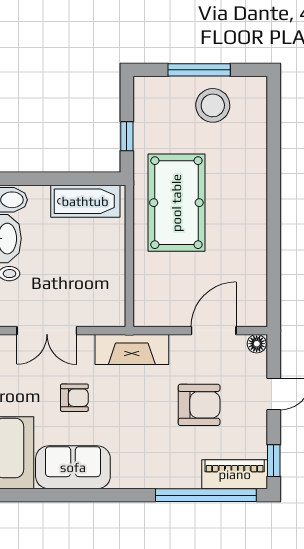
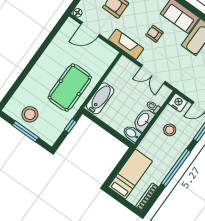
bathtub: (85, 201) -> (100, 98), moved, turned 90
double door: (47, 331) -> (153, 74), swing flipped
armchair: (74, 398) -> (154, 34), moved

